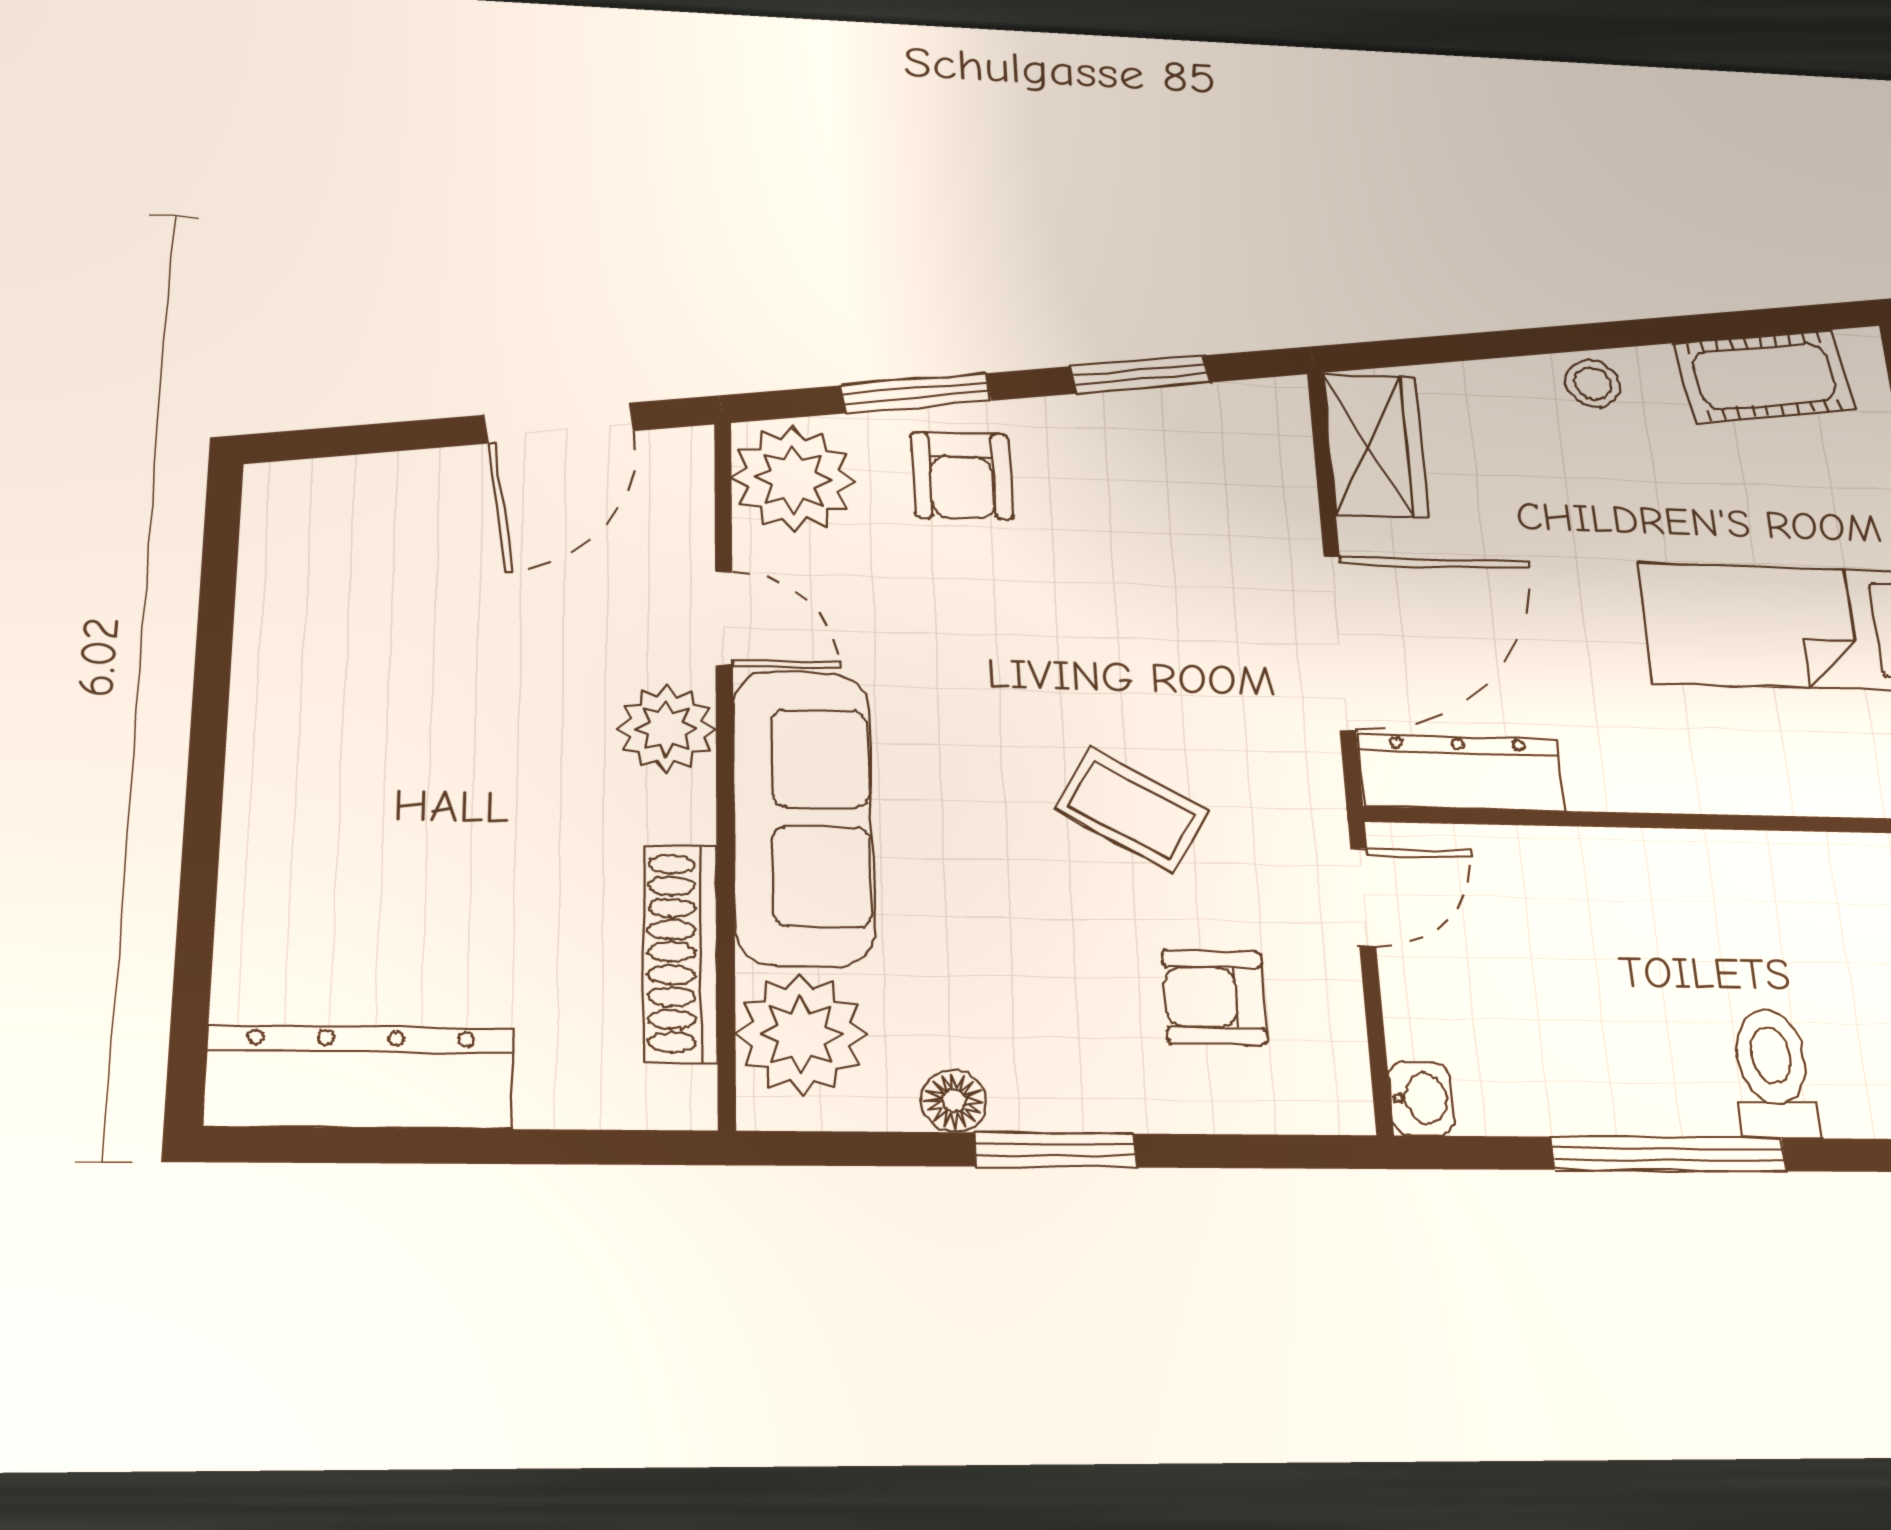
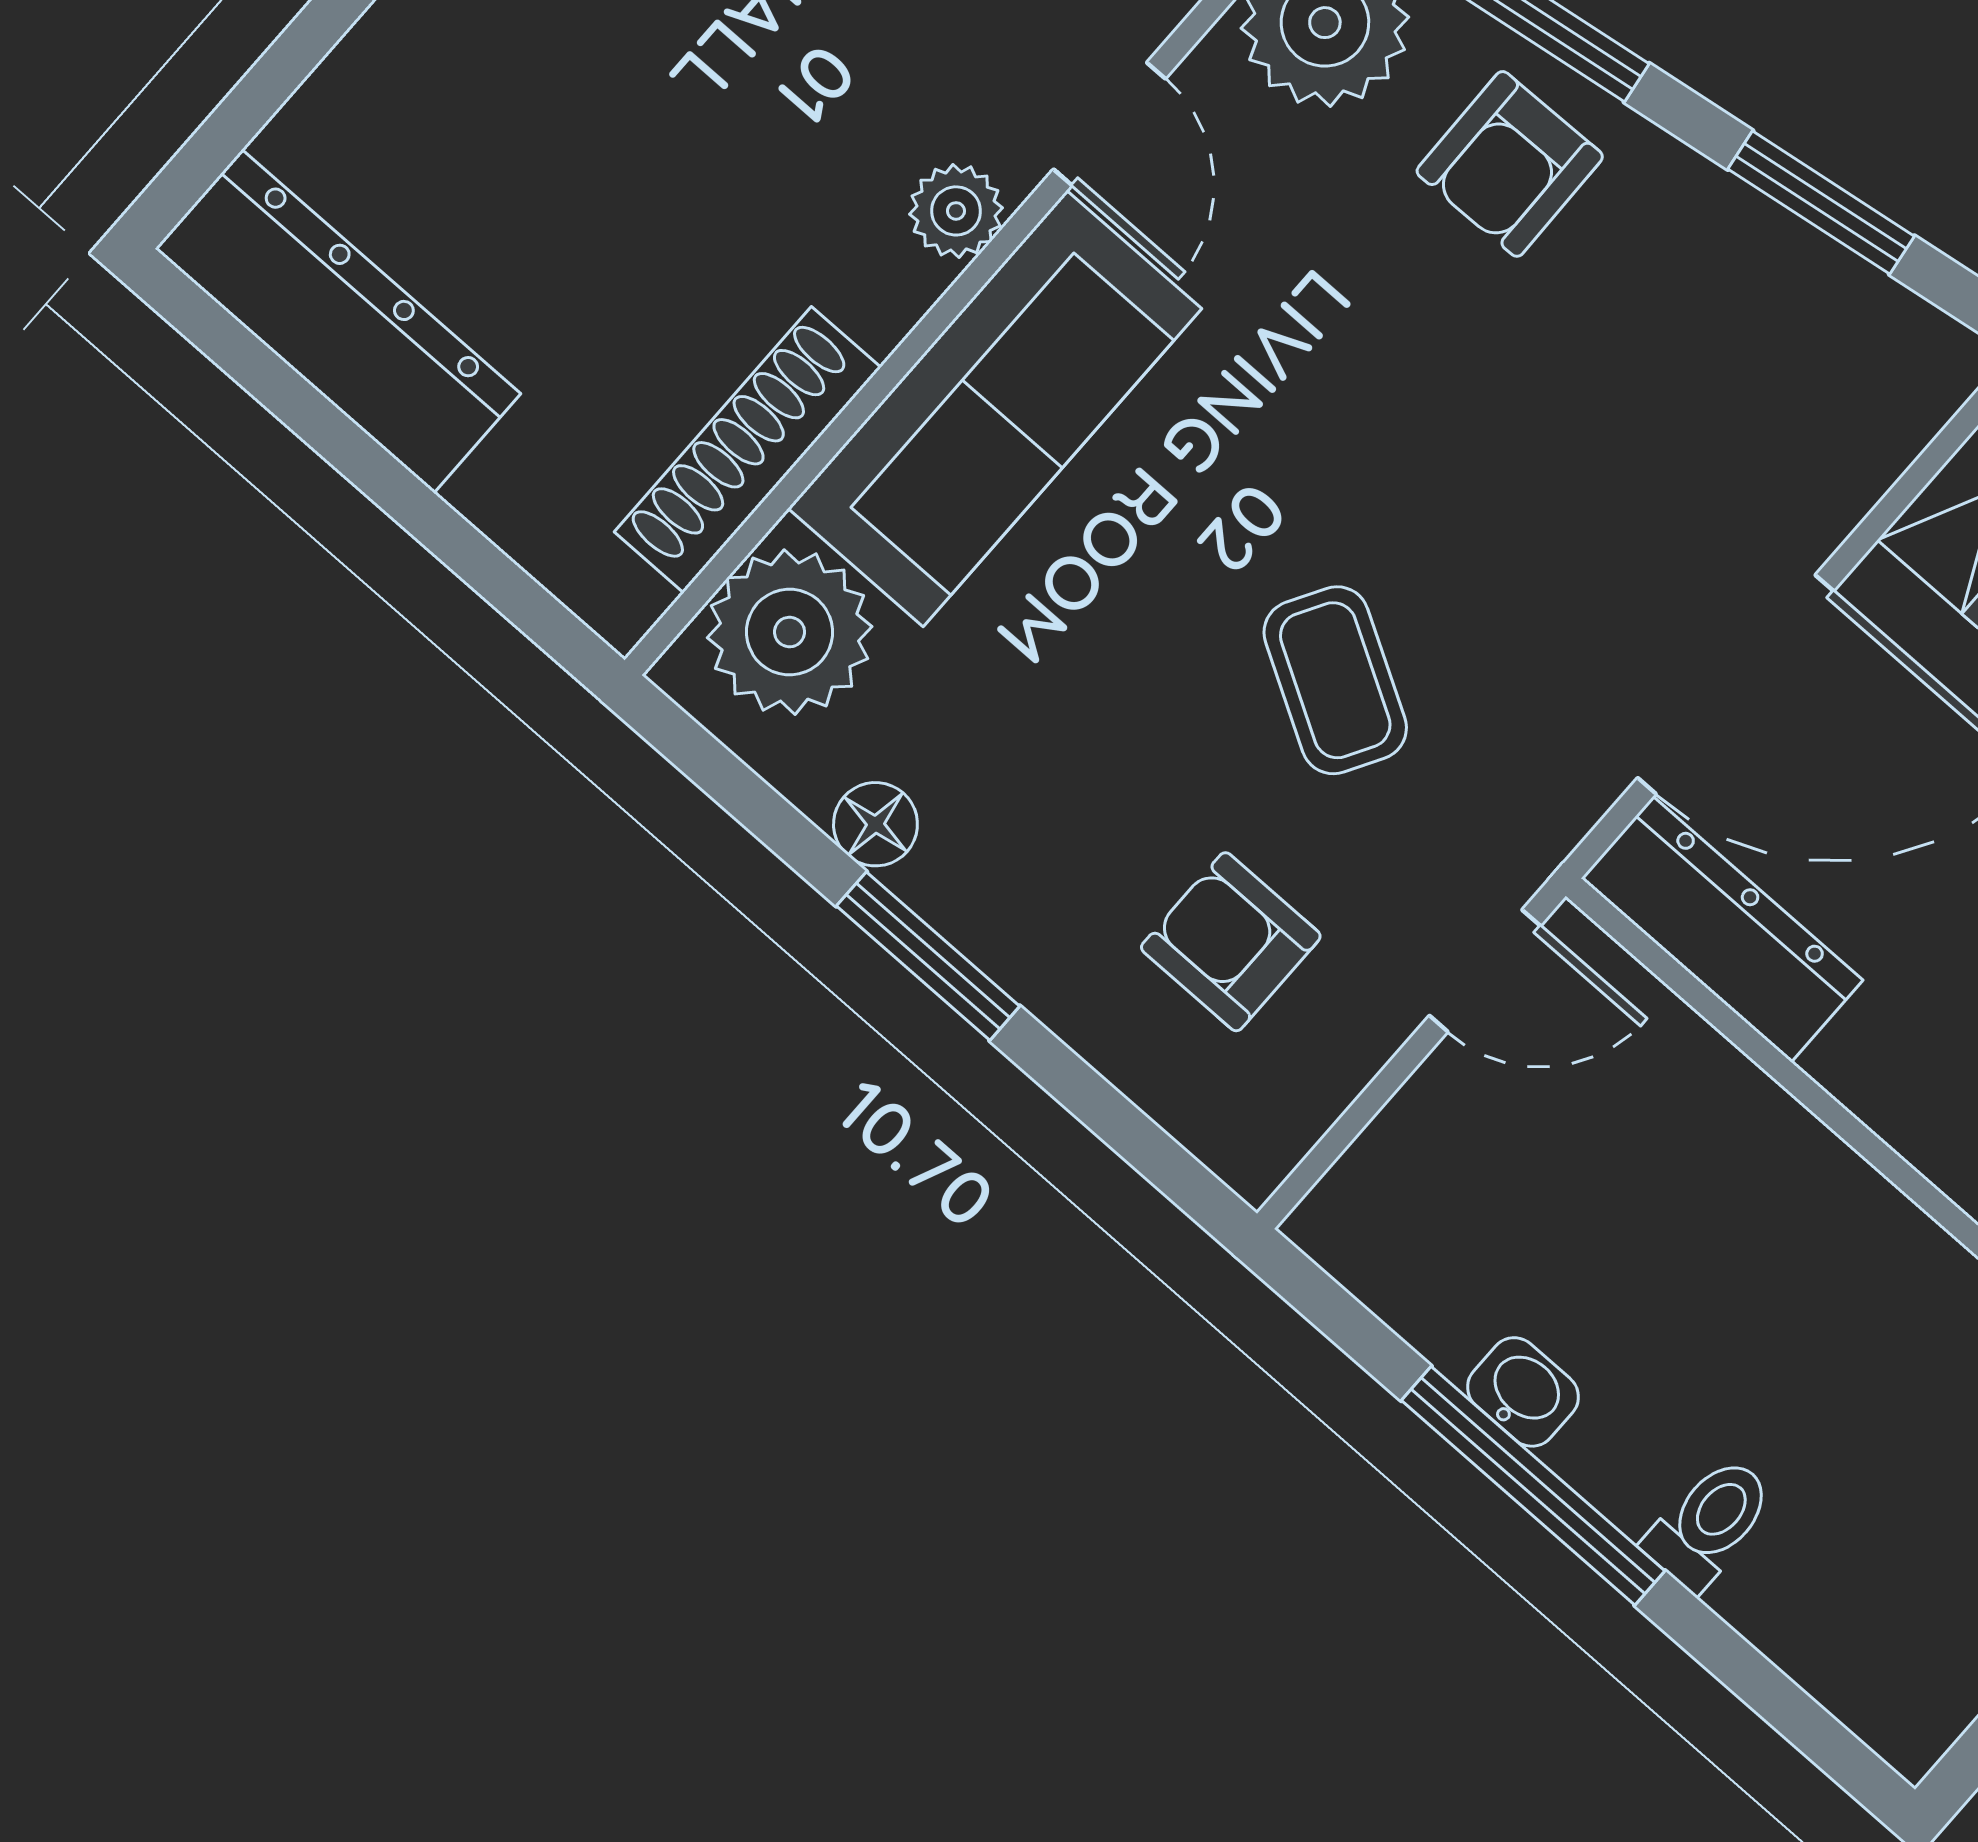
plant: (667, 728) -> (956, 211), width x0.73, depth x0.73
toilet: (1773, 1073) -> (1709, 1523), width x0.73, depth x0.72
washbasin: (1421, 1098) -> (1523, 1392), moved, turned -90

